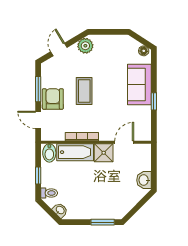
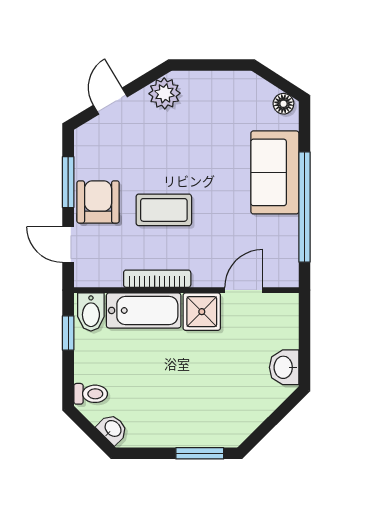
coffee table: (84, 91) -> (164, 210), moved, turned 90
window: (154, 101) -> (304, 207), width x3.17
window: (38, 175) -> (68, 333), moved

